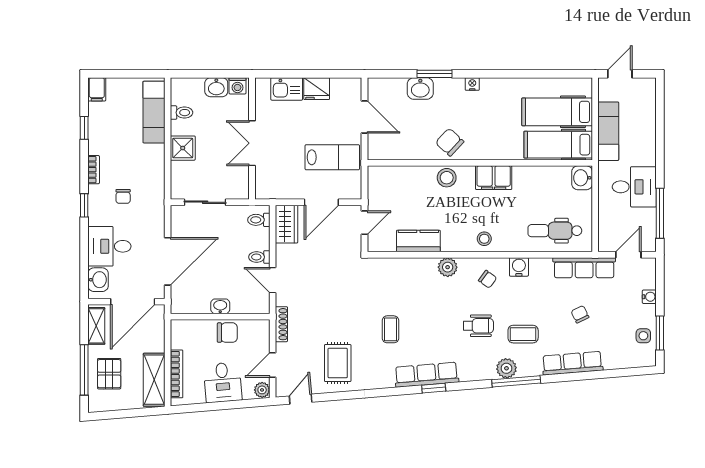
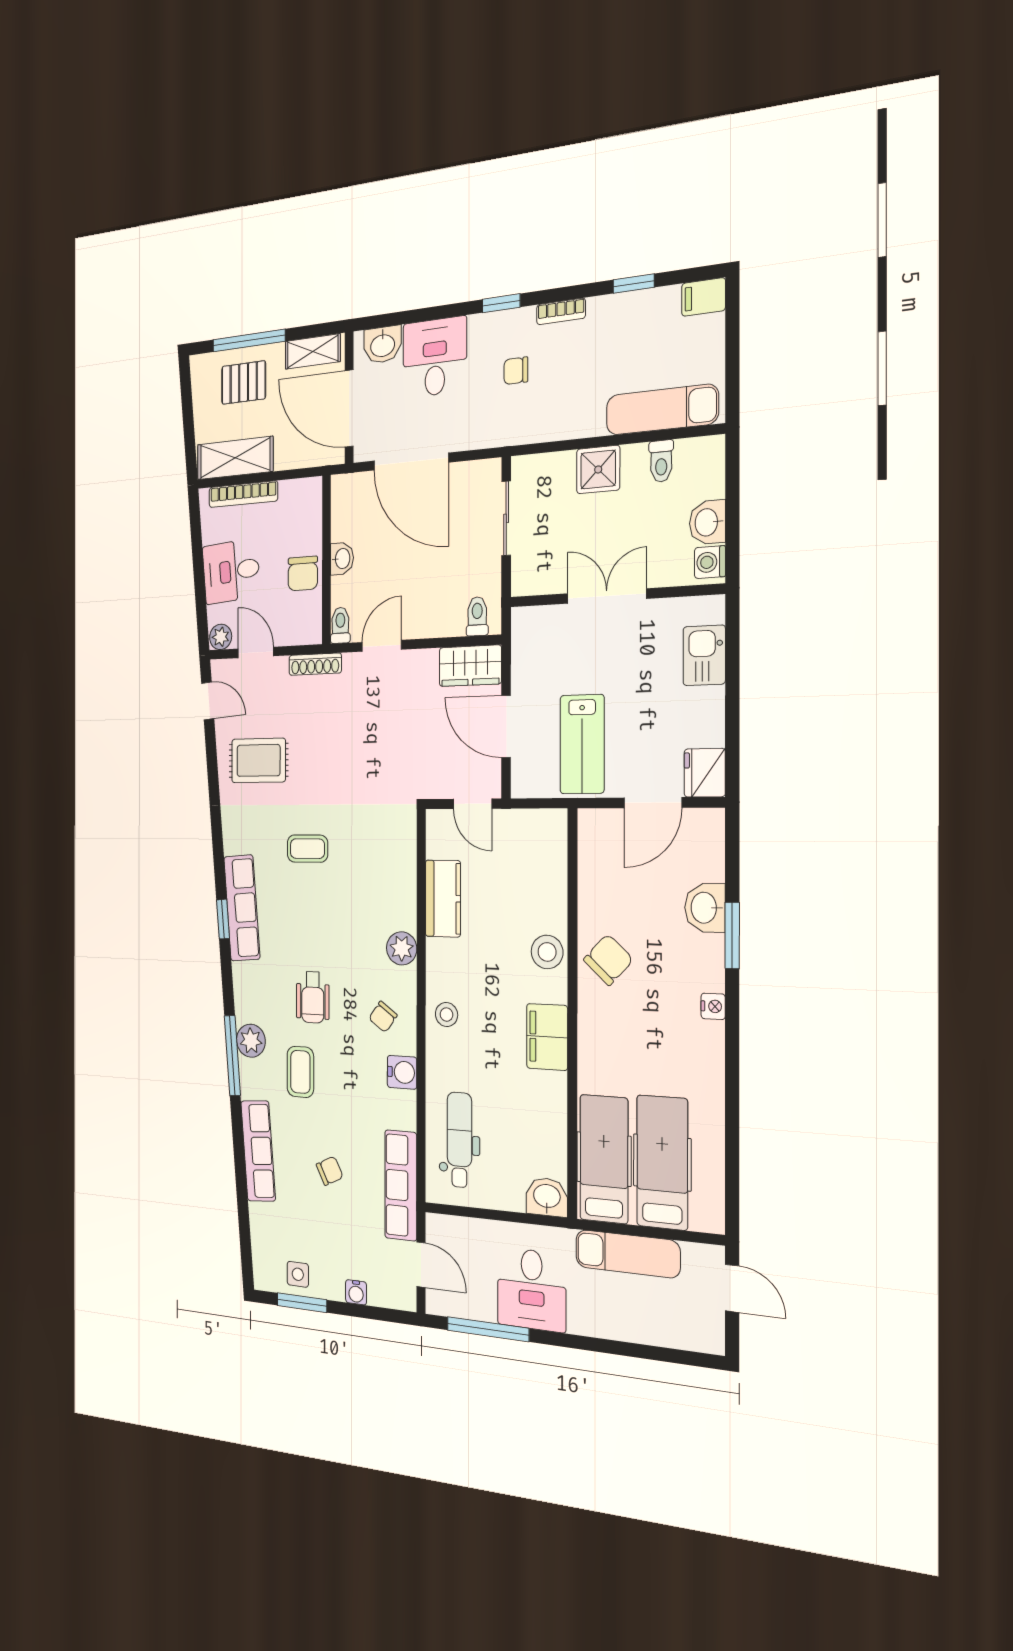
fridge: (317, 89) -> (705, 773), moved
toilet: (259, 257) -> (340, 625), moved

